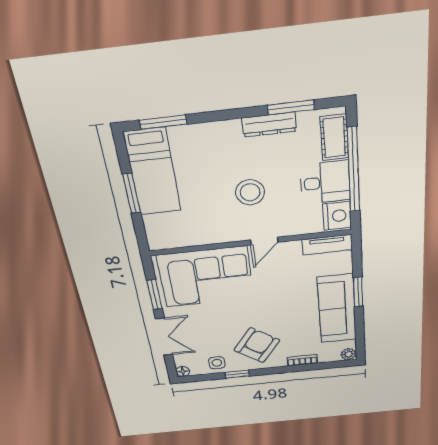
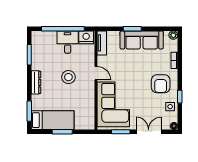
dresser: (269, 125) -> (36, 82), moved
cot: (334, 137) -> (46, 37), removed
armchair: (257, 345) -> (161, 84), turned -126

